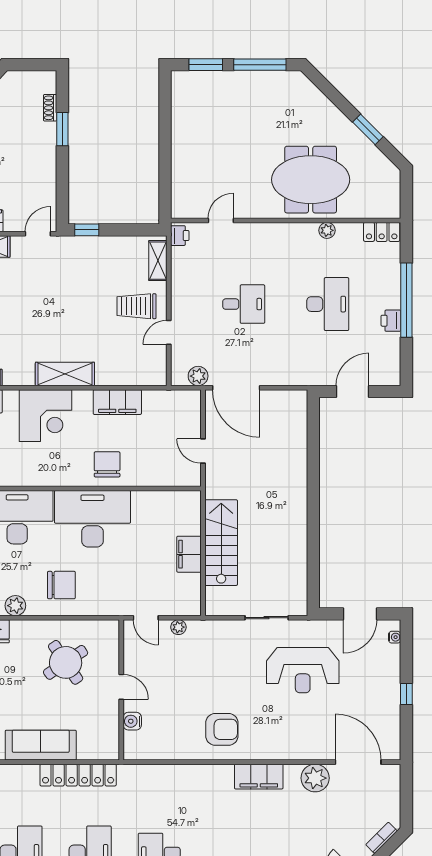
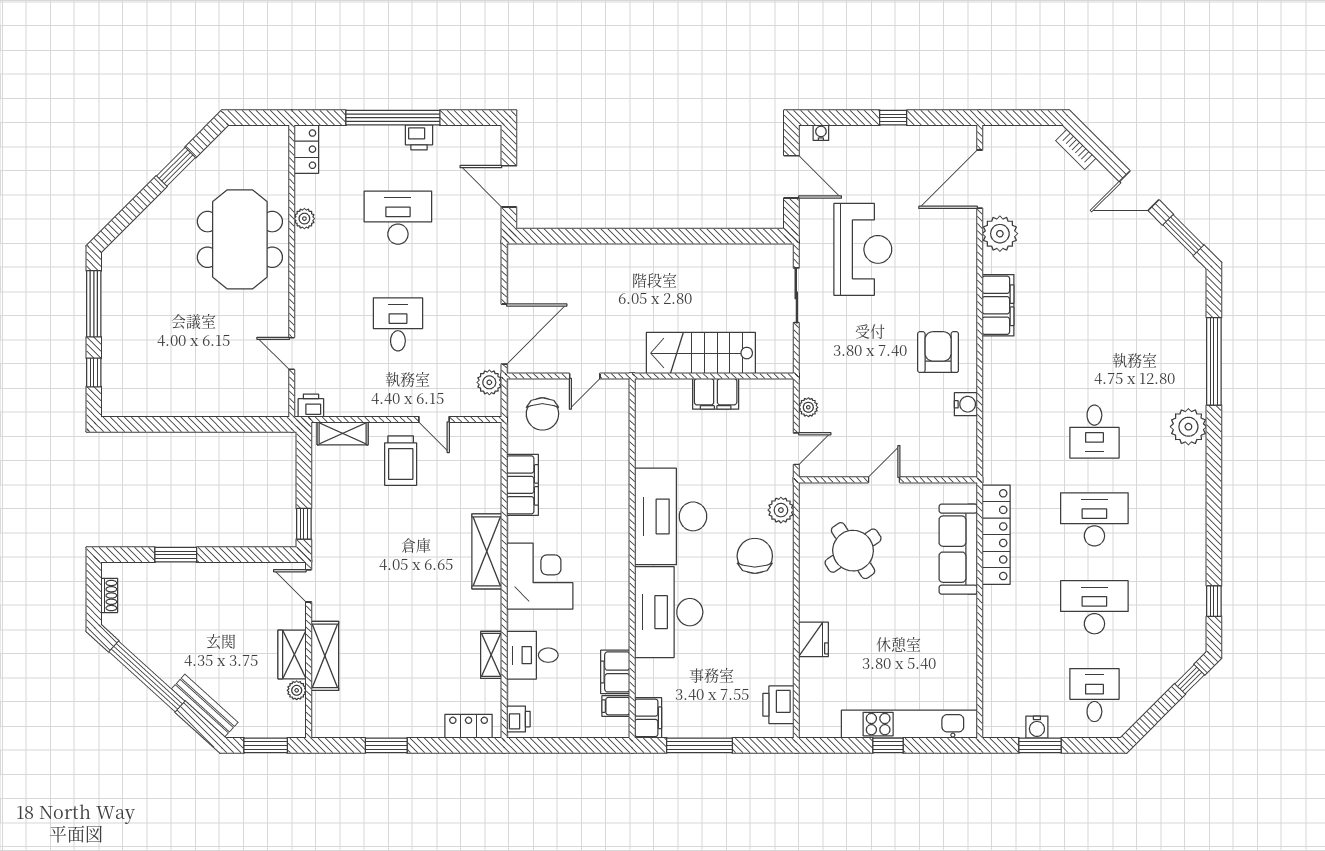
window: (206, 65) -> (94, 373), width x0.67
shoe rack: (50, 108) -> (109, 596), moved, turned -90
chair: (107, 464) -> (542, 414), moved, turned -90
plant: (15, 606) -> (781, 510), moved
water cooler: (132, 721) -> (966, 404), moved, turned -90
sofa: (41, 745) -> (958, 549), moved

